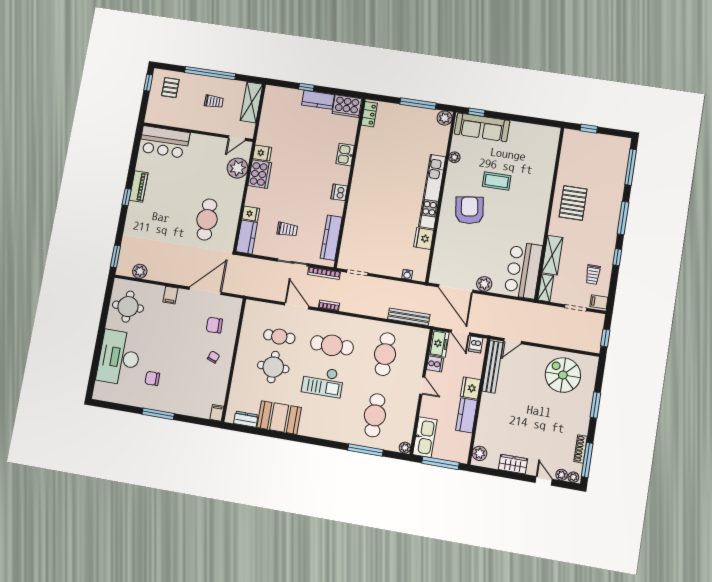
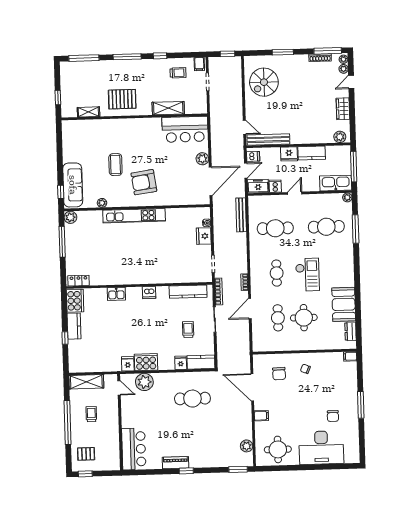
fridge: (424, 238) -> (204, 236), moved, turned 90
shelving: (546, 288) -> (88, 112), moved
cafe table: (332, 345) -> (277, 273), width x0.73, depth x0.74

